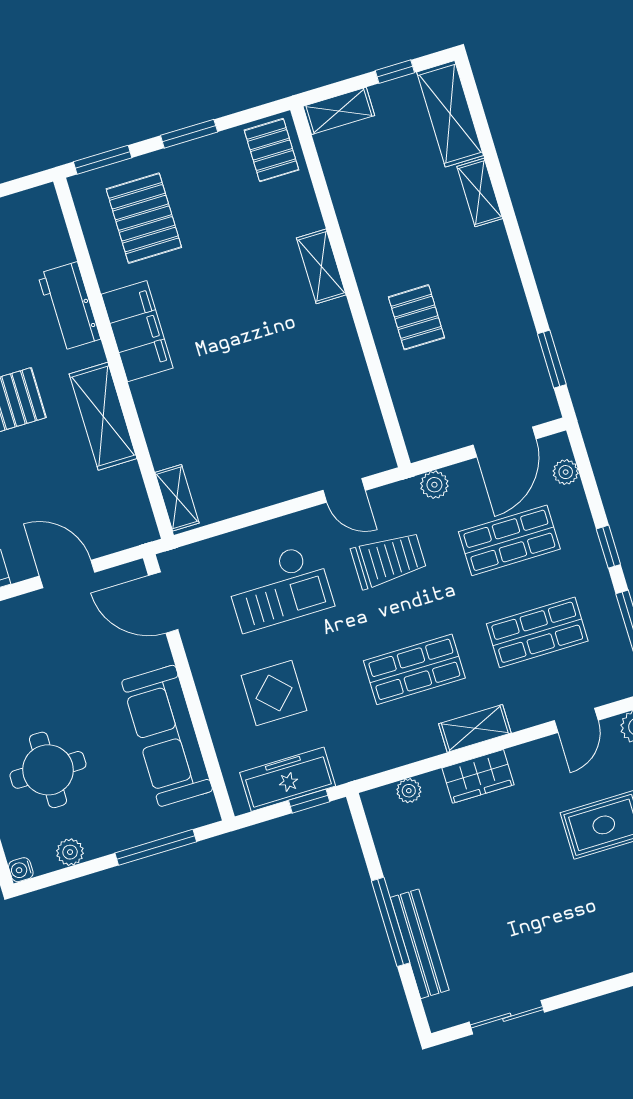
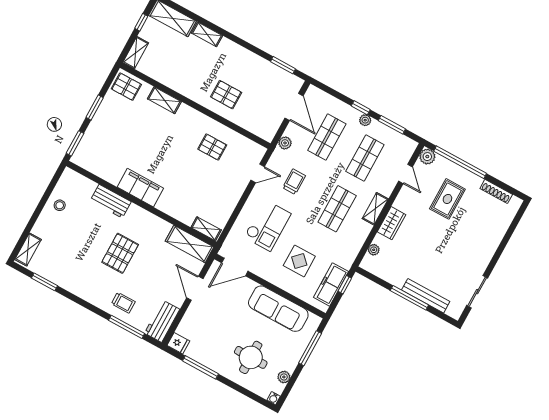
pallet: (144, 218) -> (212, 147), moved, width x0.67, depth x0.71
shelving: (321, 266) -> (164, 100), moved
shelving: (103, 416) -> (190, 244), moved
plant: (566, 472) -> (365, 120), moved
trolley: (389, 560) -> (294, 182), width x0.73, depth x0.72
door: (67, 574) -> (195, 288), hinge flipped

